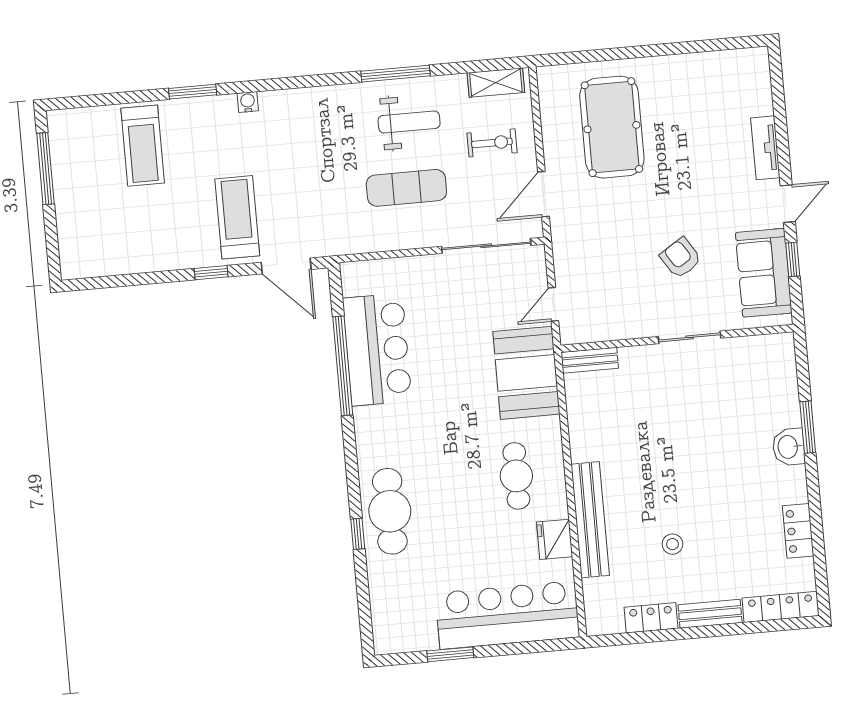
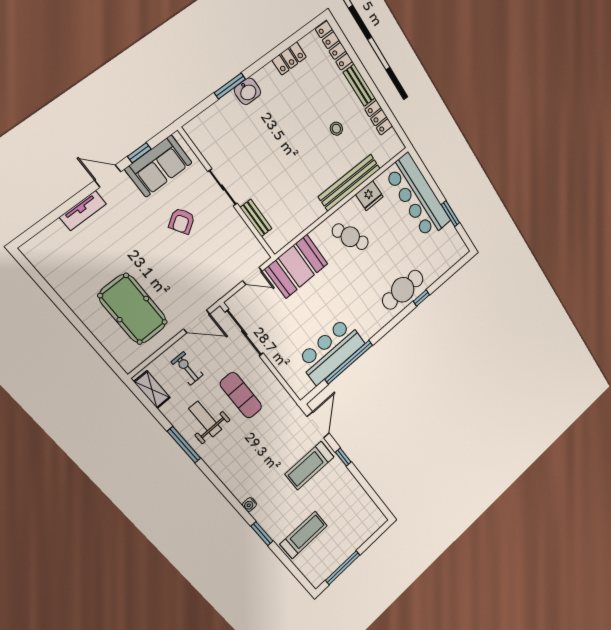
pool table: (612, 127) -> (133, 309), turned 90
bench: (590, 360) -> (256, 218), moved
cafe table: (516, 476) -> (350, 237), turned 62

